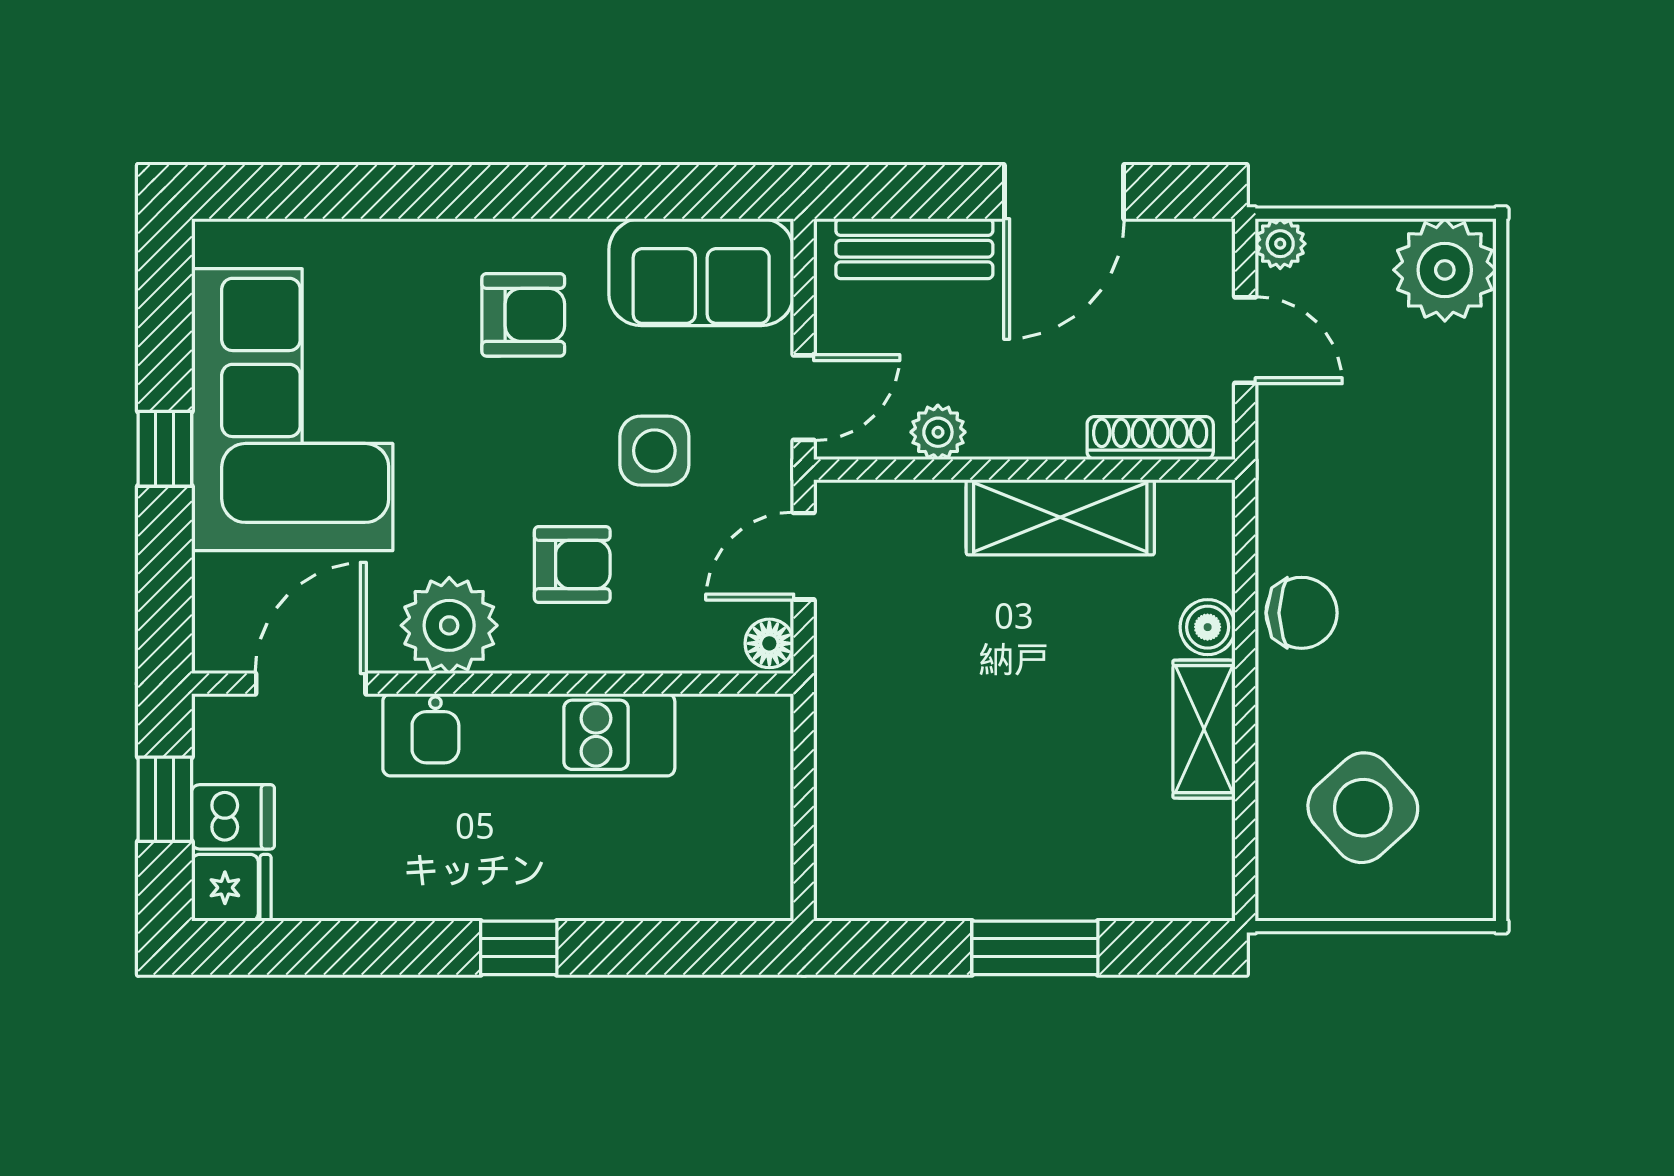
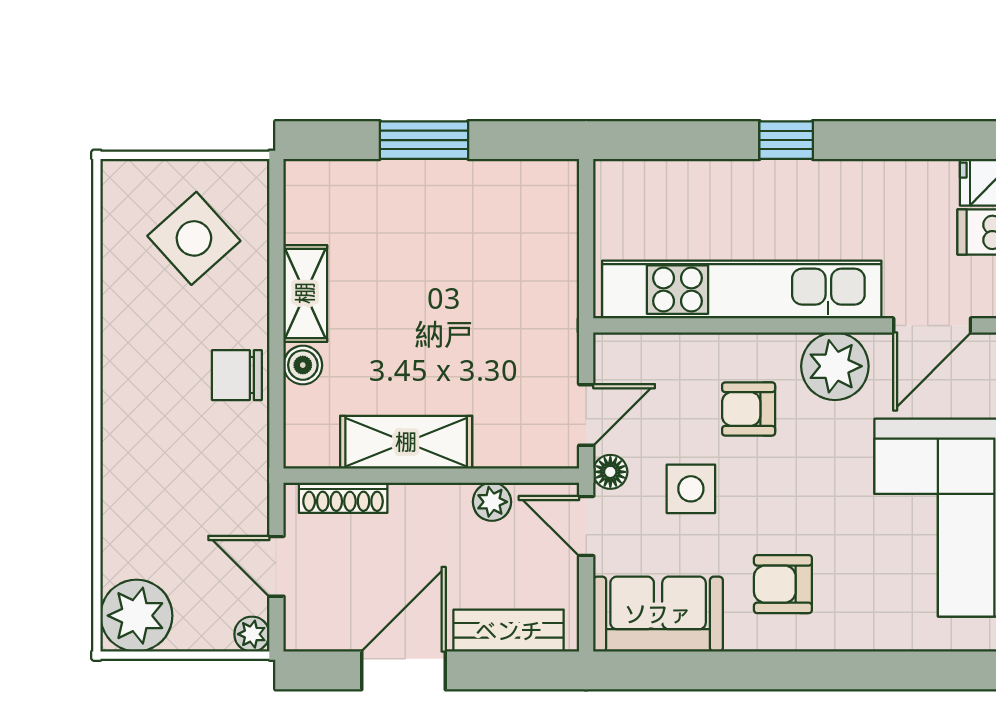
door: (804, 398) -> (586, 526), hinge flipped
floor lamp: (769, 643) -> (610, 472), moved
kitchen unit: (529, 735) -> (742, 290), width x1.36

